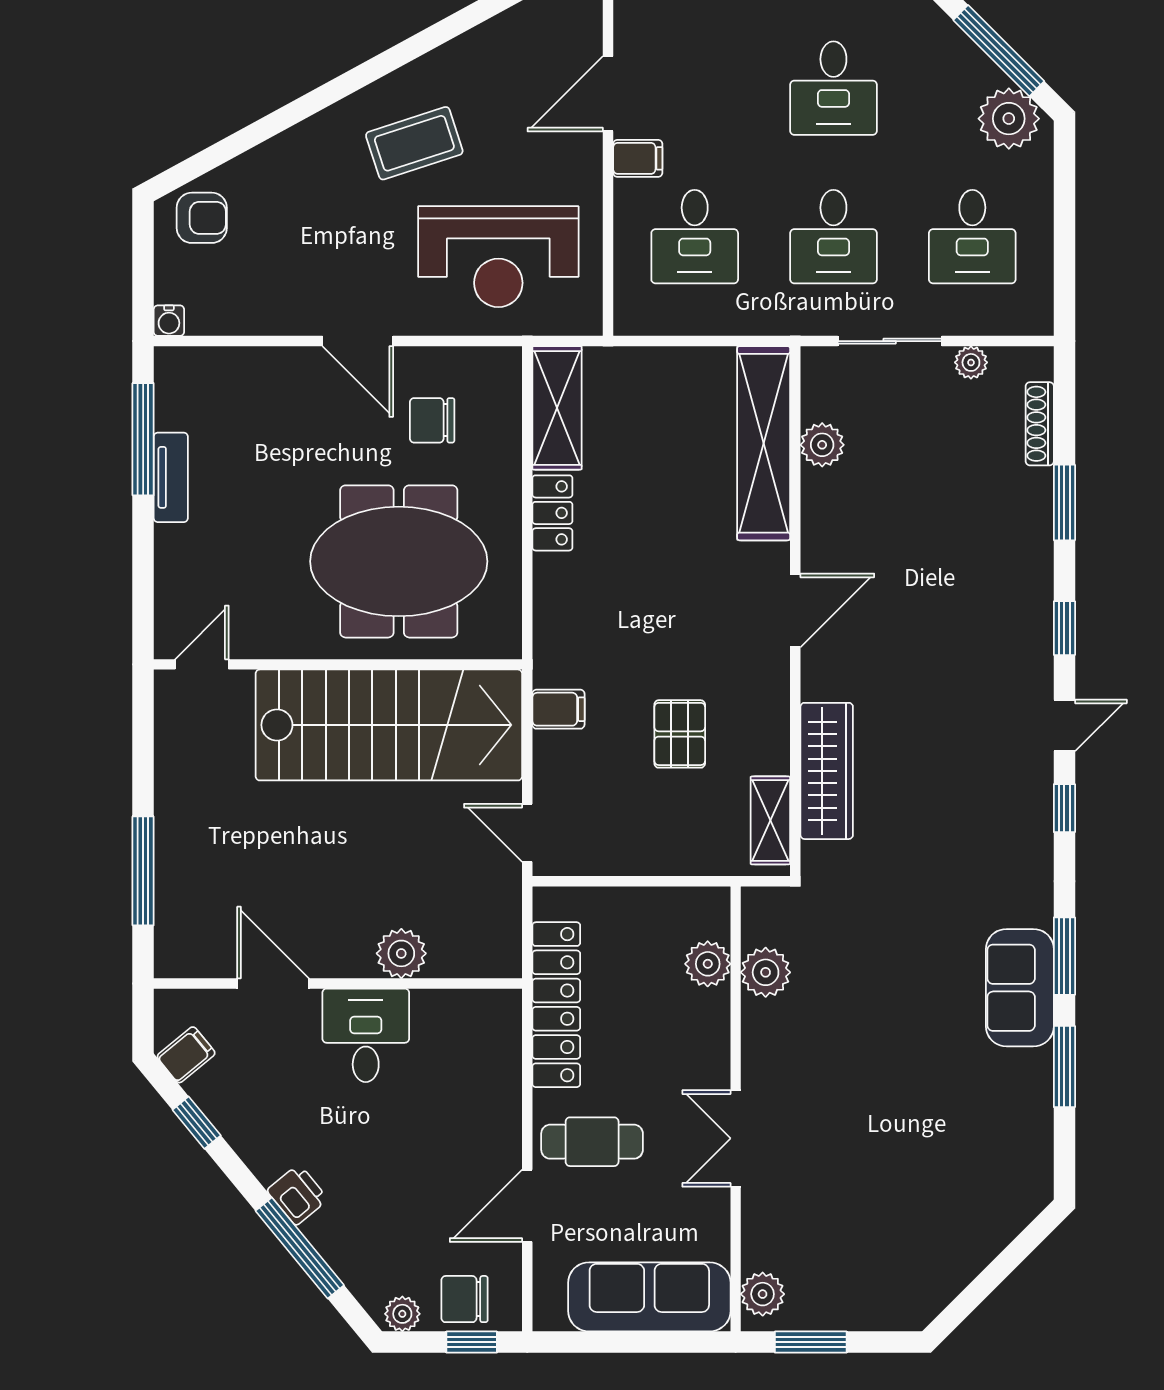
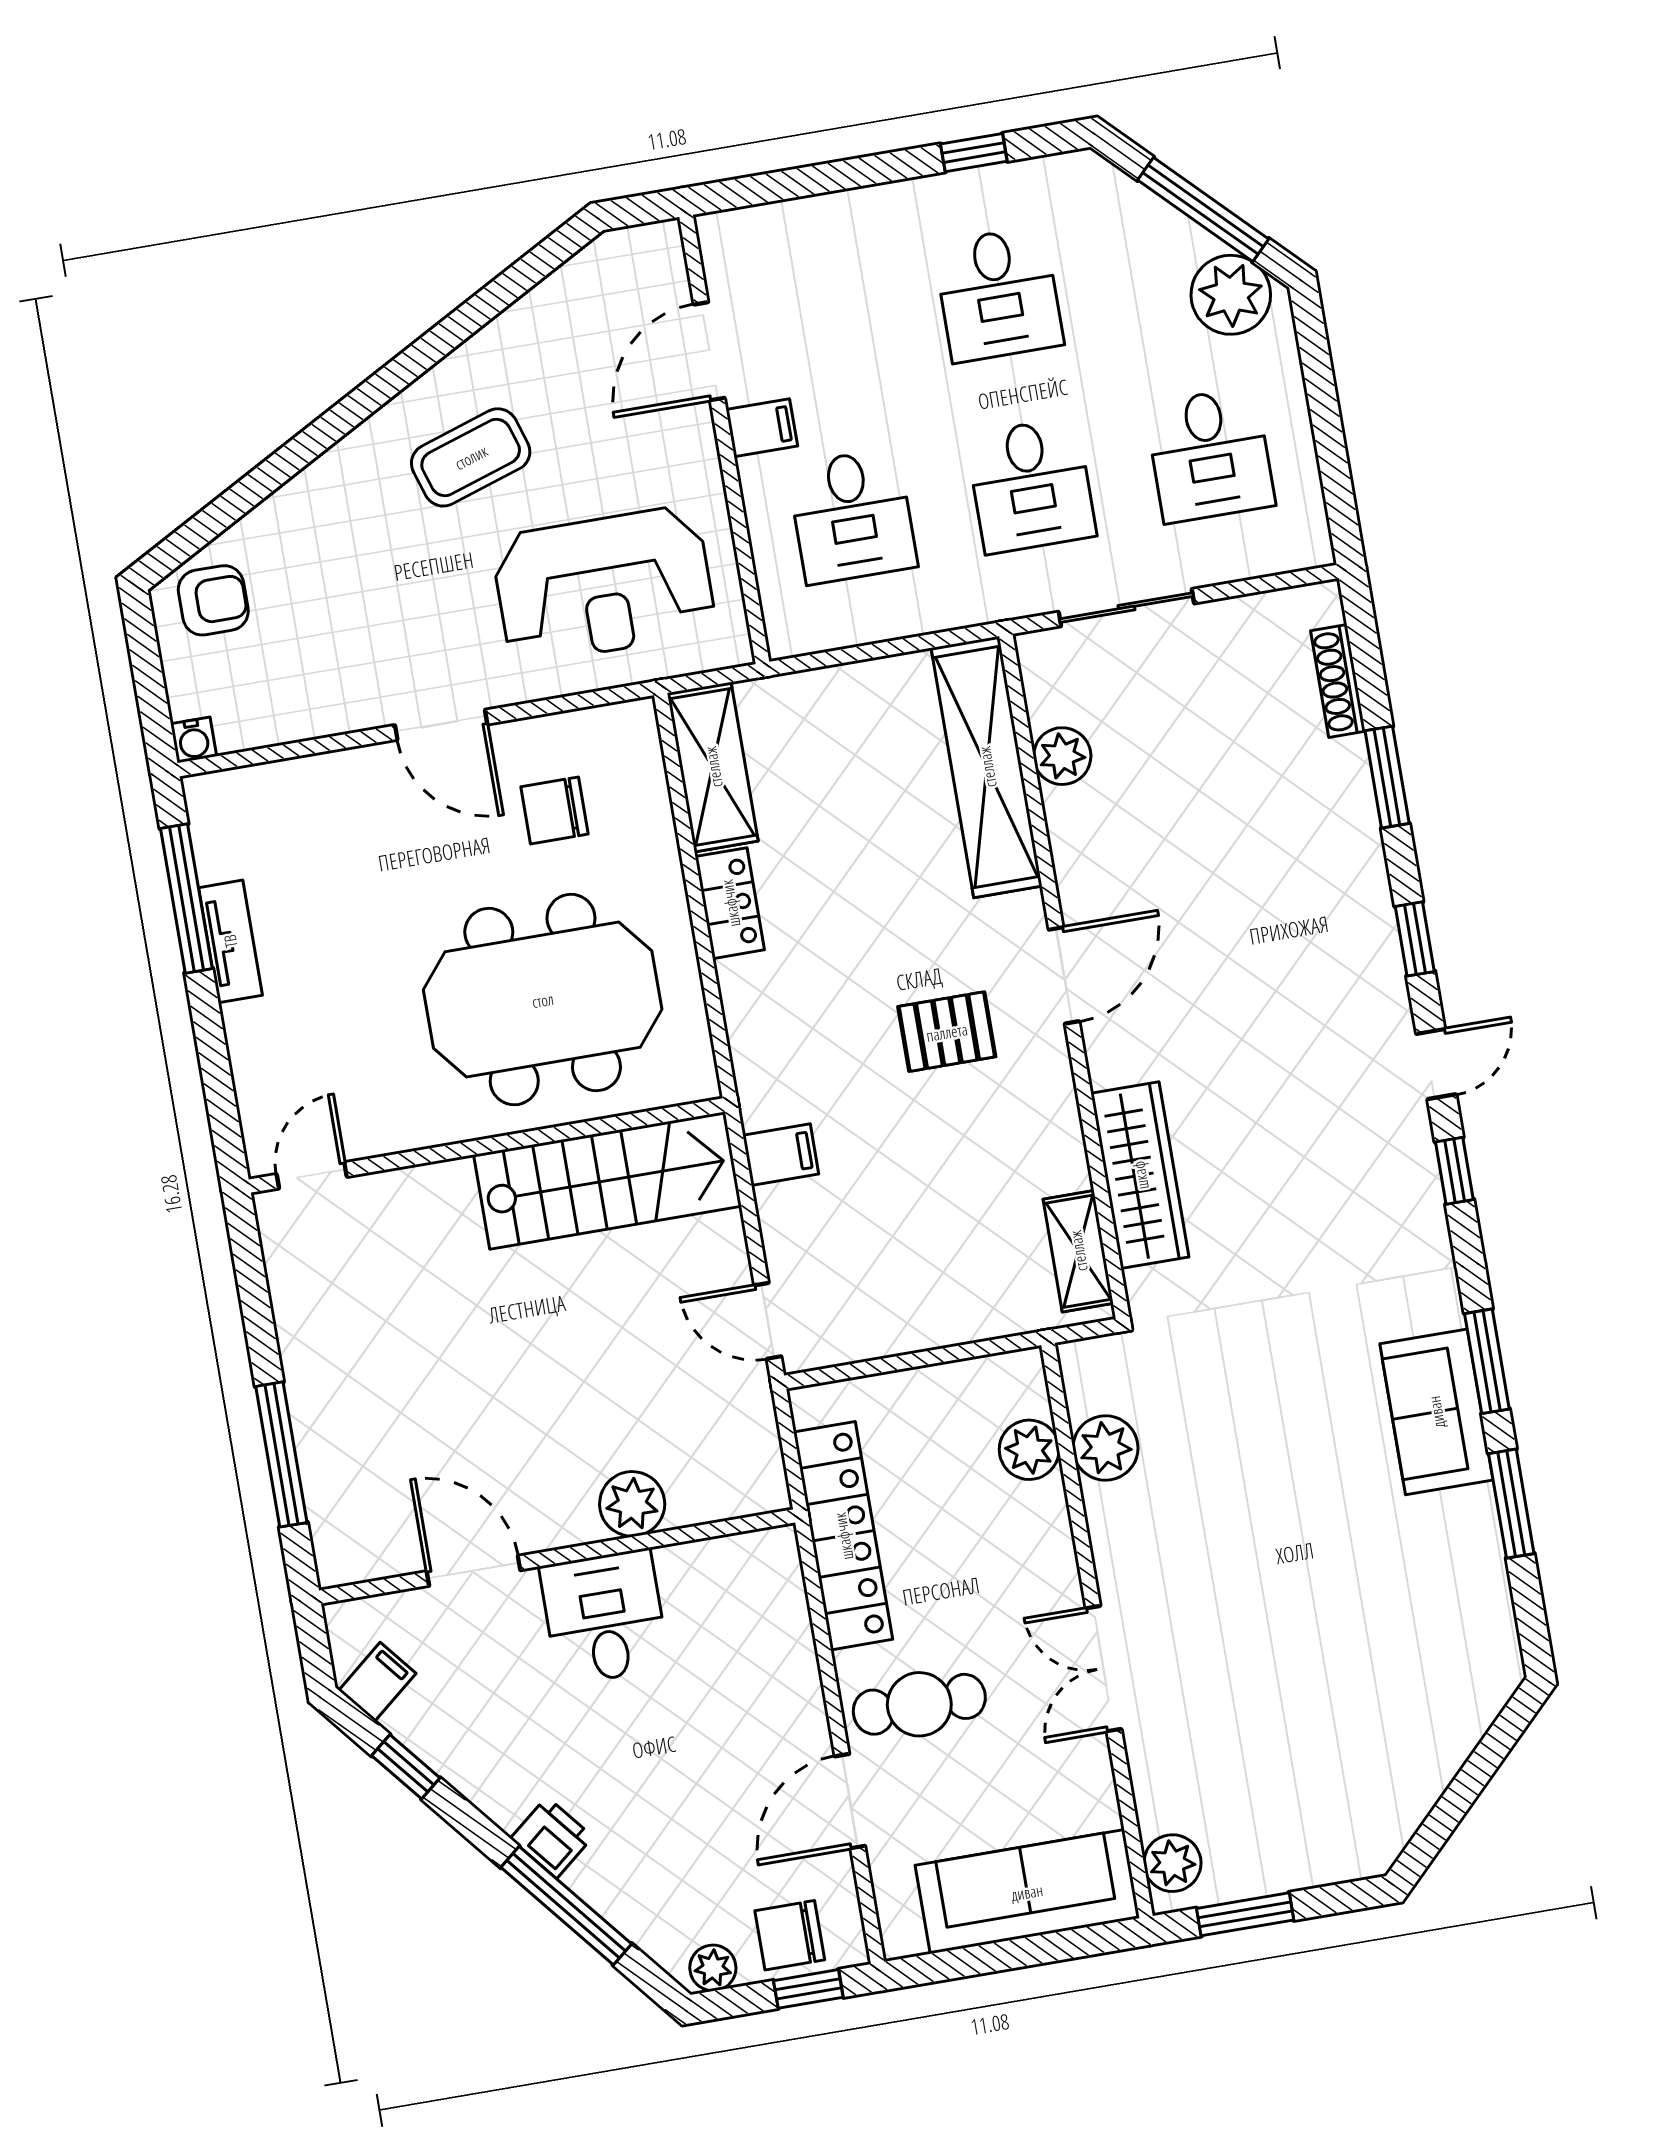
plant: (971, 362) -> (1236, 617), removed
stairs: (389, 725) -> (608, 1181), width x0.73, depth x0.66
pallet: (680, 734) -> (947, 1032), moved, turned 90

